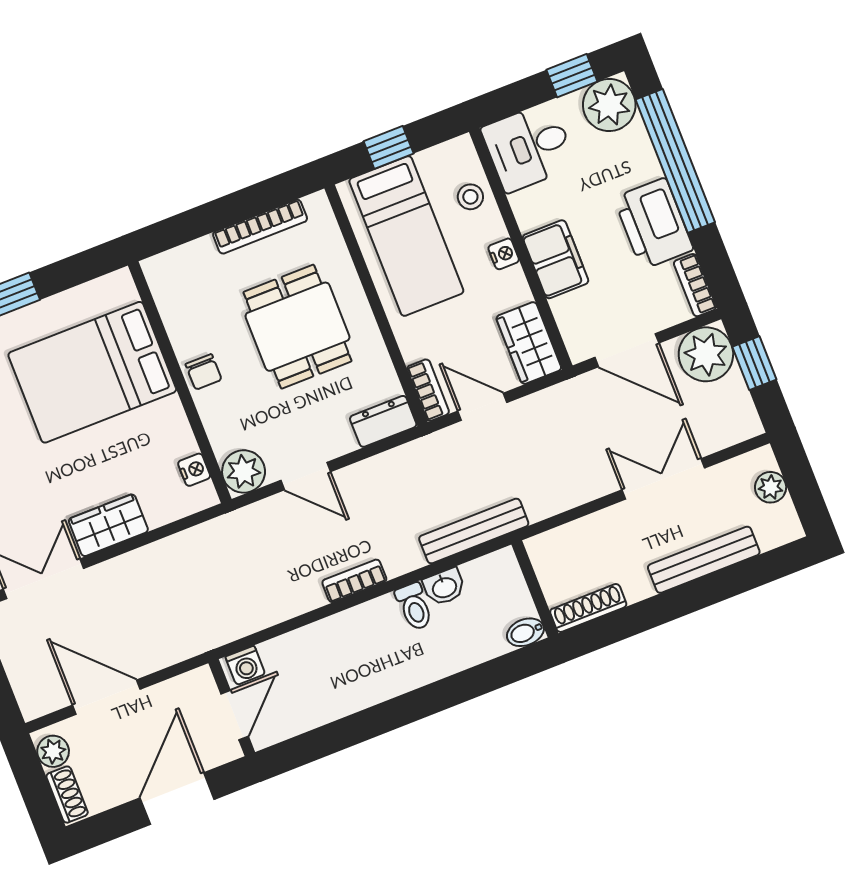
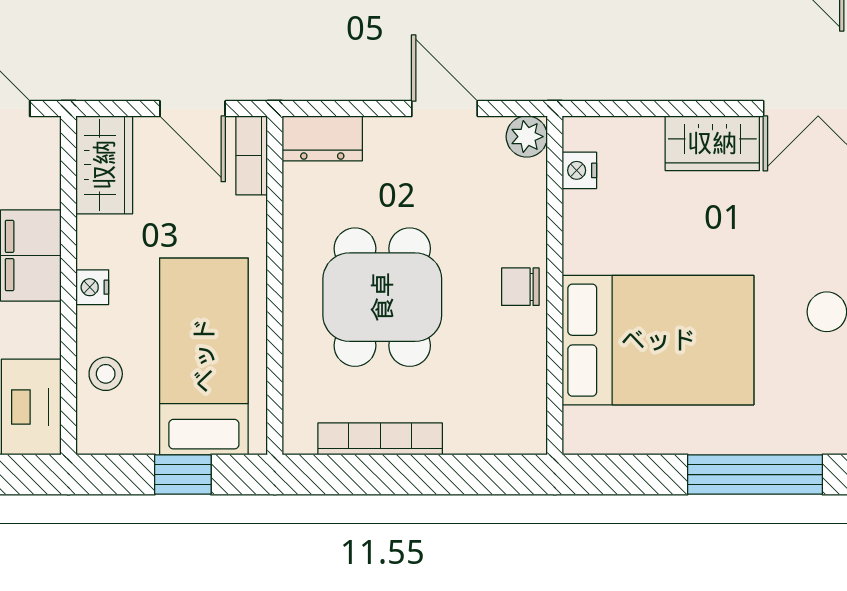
chair: (204, 372) -> (520, 287), turned -90
plant: (244, 471) -> (527, 137), width x0.73, depth x0.73

